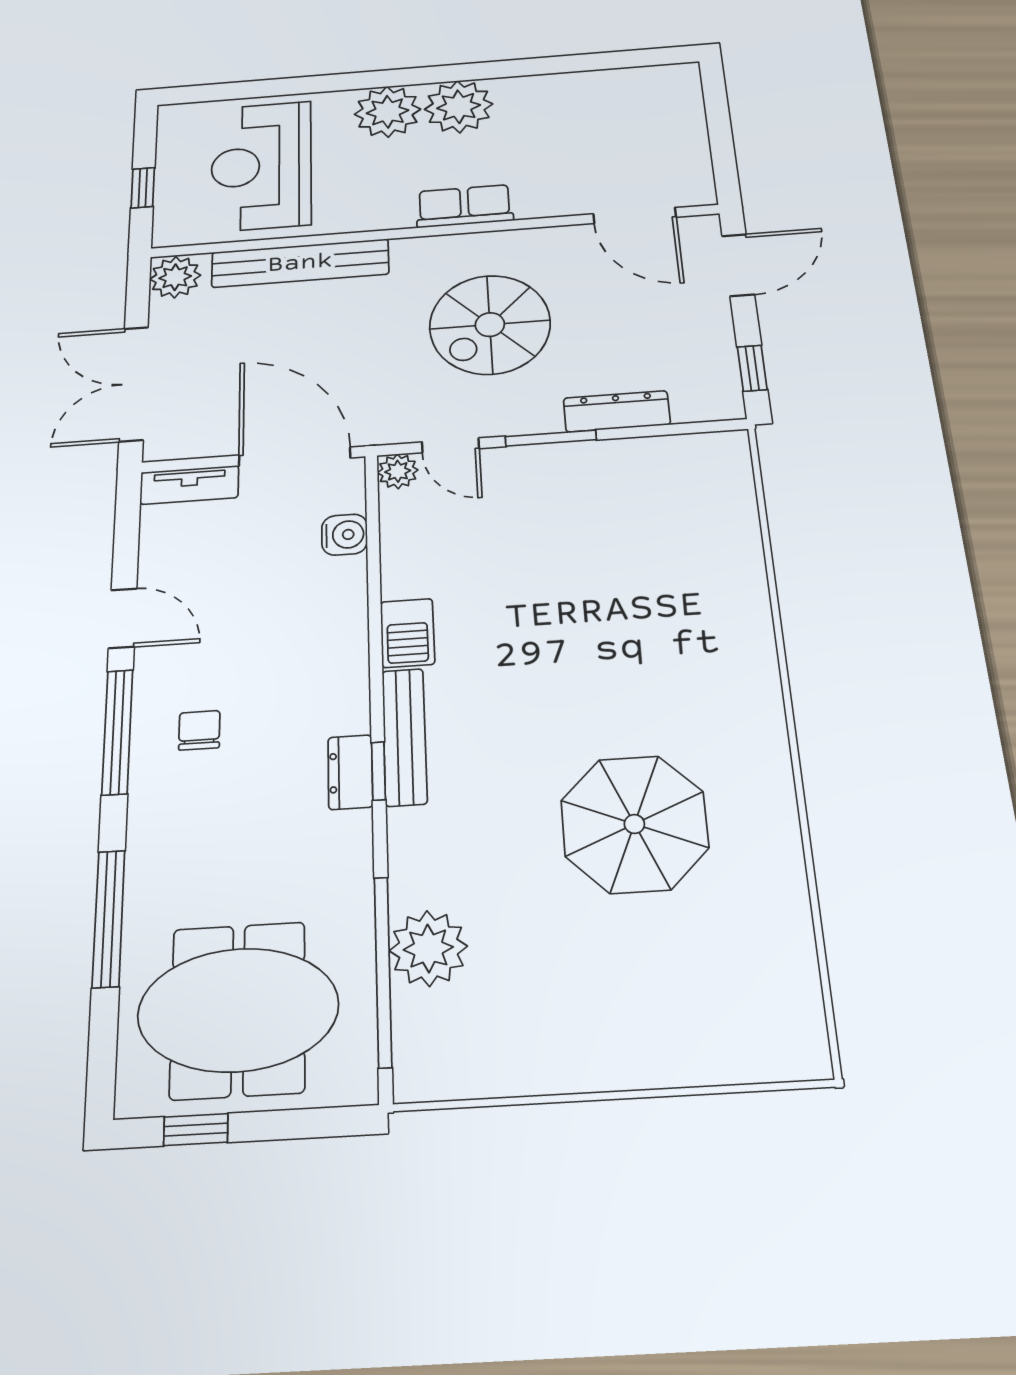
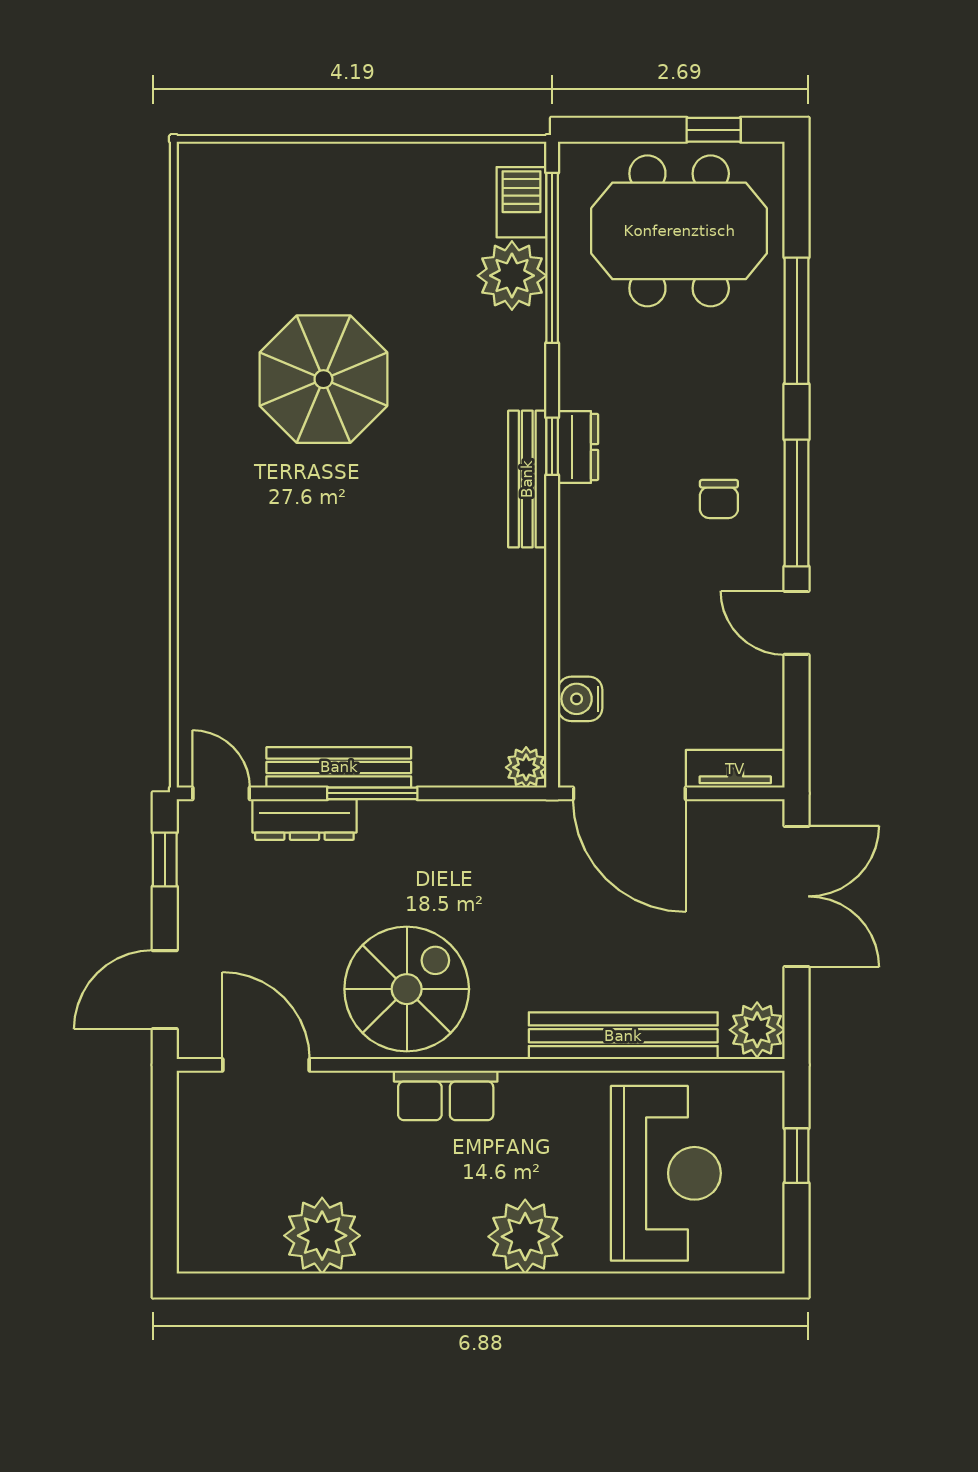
plant: (459, 107) -> (322, 1236), moved
spiral stairs: (490, 325) -> (407, 989), moved
door: (450, 445) -> (221, 793), moved
bench: (586, 458) -> (339, 767), added
barbecue: (407, 633) -> (521, 202), moved

